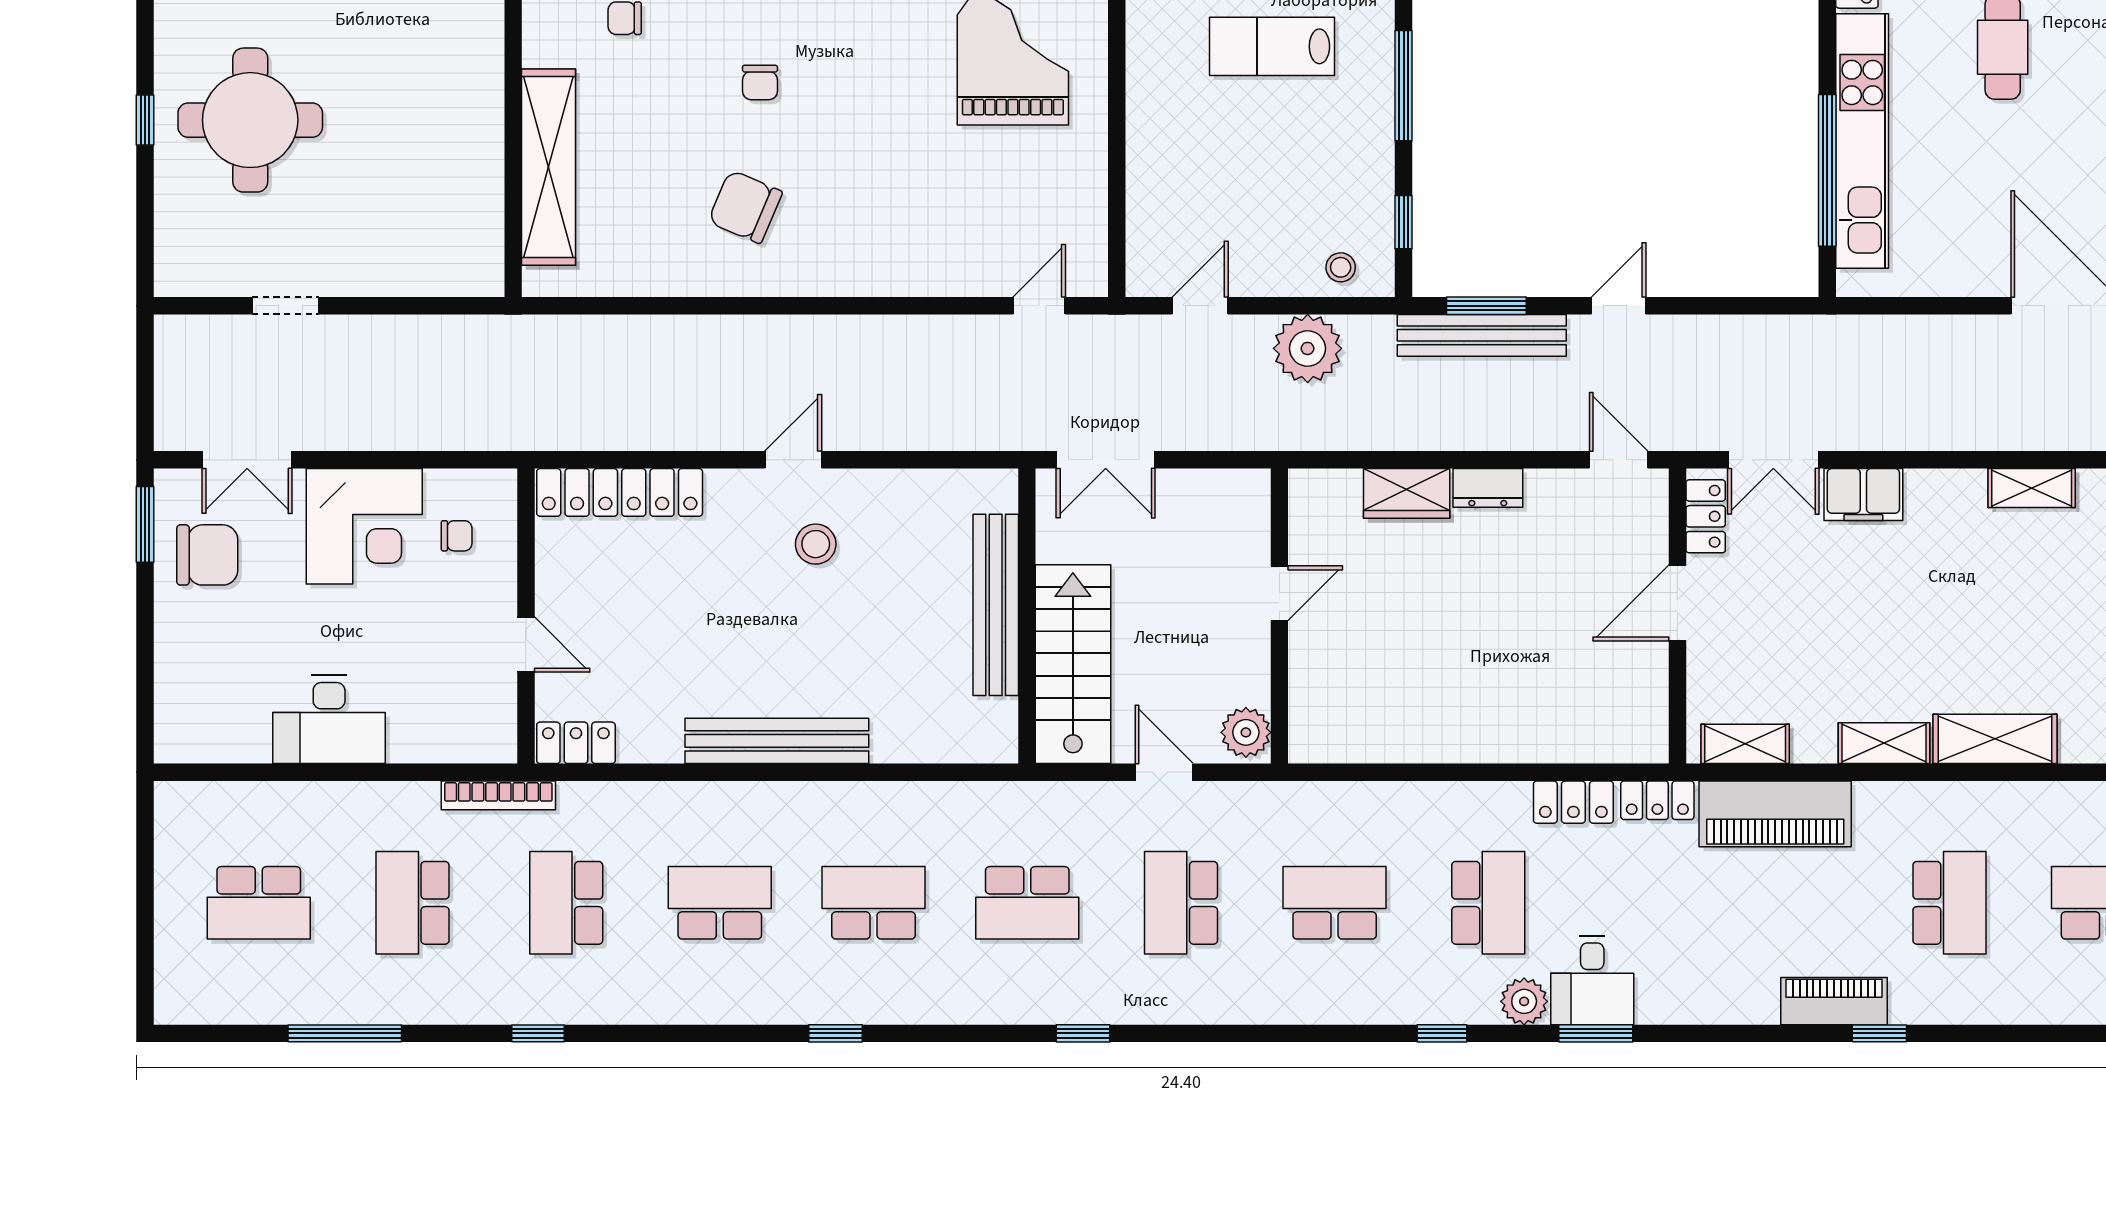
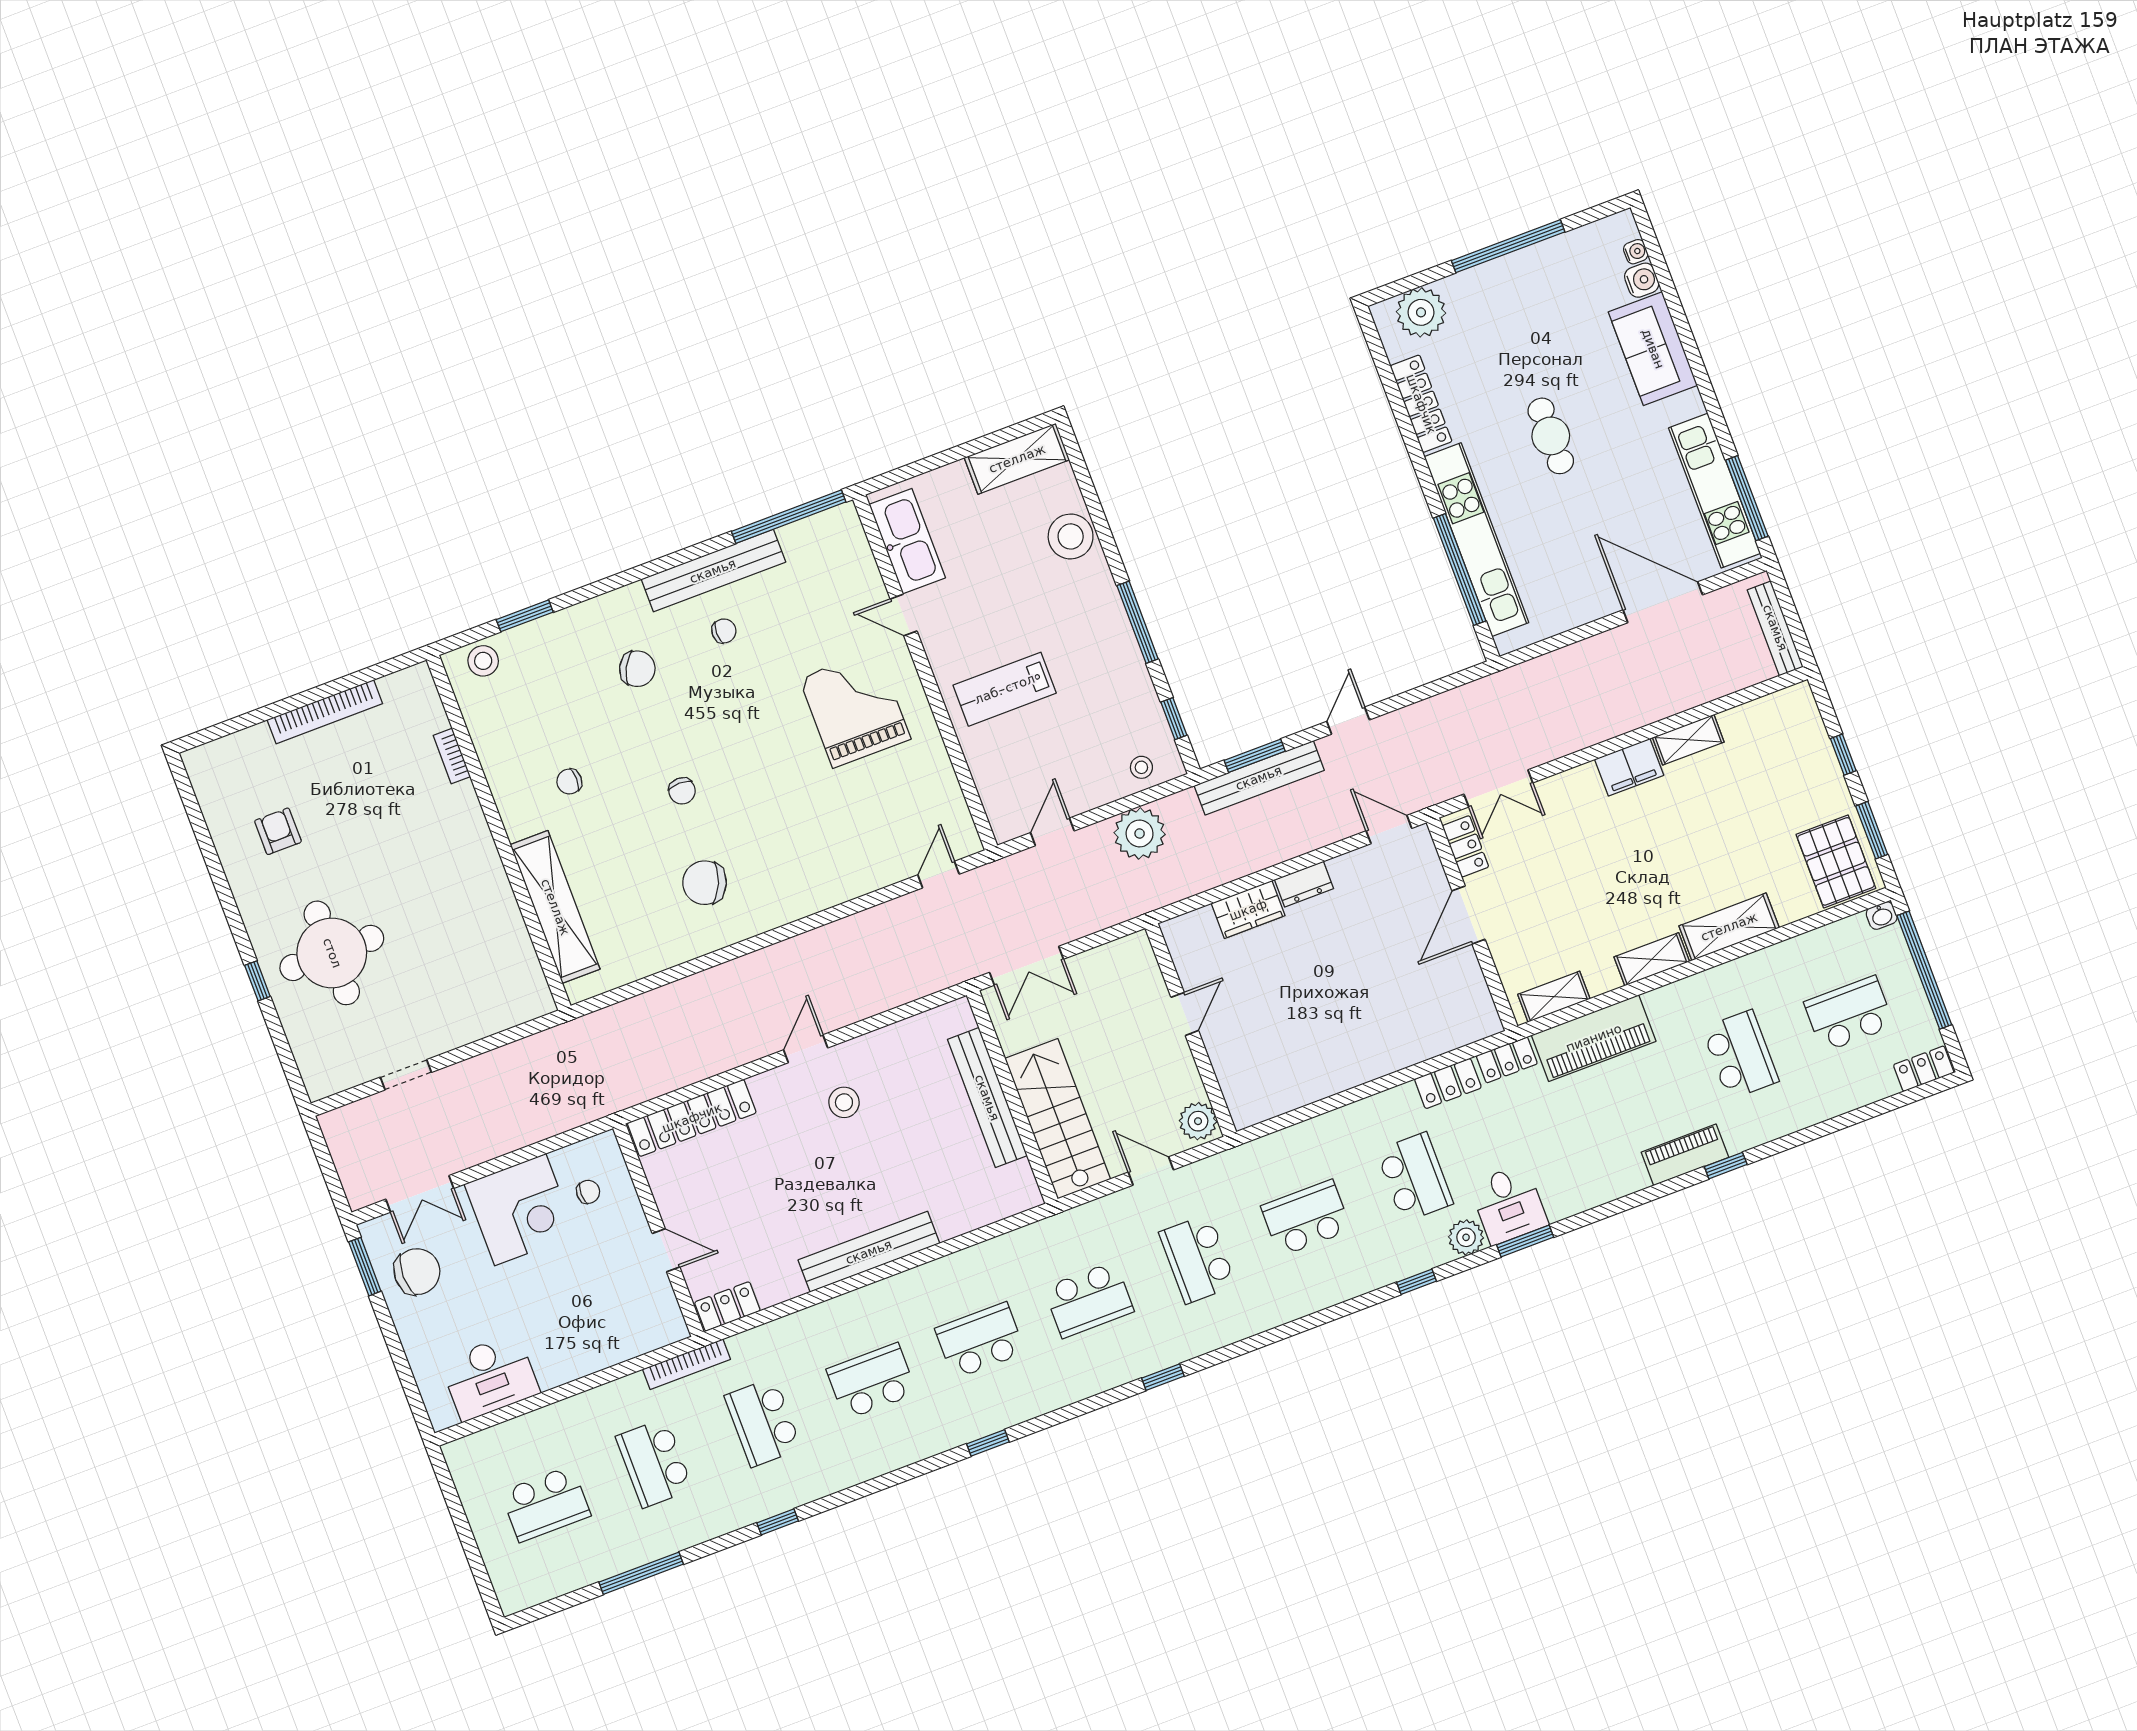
lab bench: (1272, 46) -> (1005, 689), moved
filing cabinet: (1863, 495) -> (1629, 767), moved
desk: (329, 720) -> (490, 1377), moved

